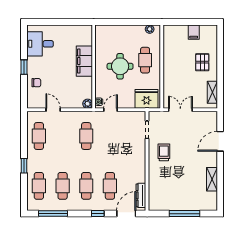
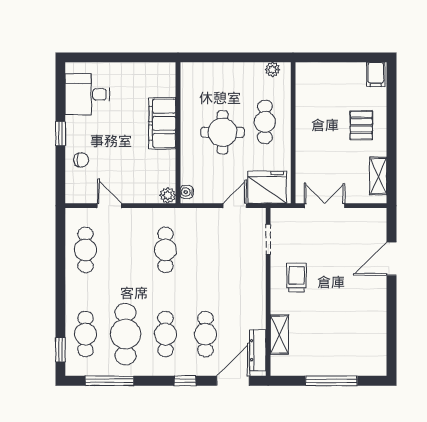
filing cabinet: (194, 32) -> (376, 74), moved
door: (111, 110) -> (235, 206), moved
window: (24, 166) -> (60, 350), moved
shelving: (212, 179) -> (279, 334), moved
cafe table: (63, 186) -> (126, 334), width x1.37, depth x1.35

